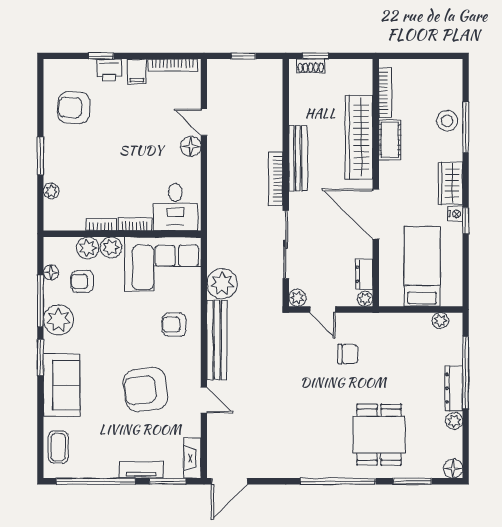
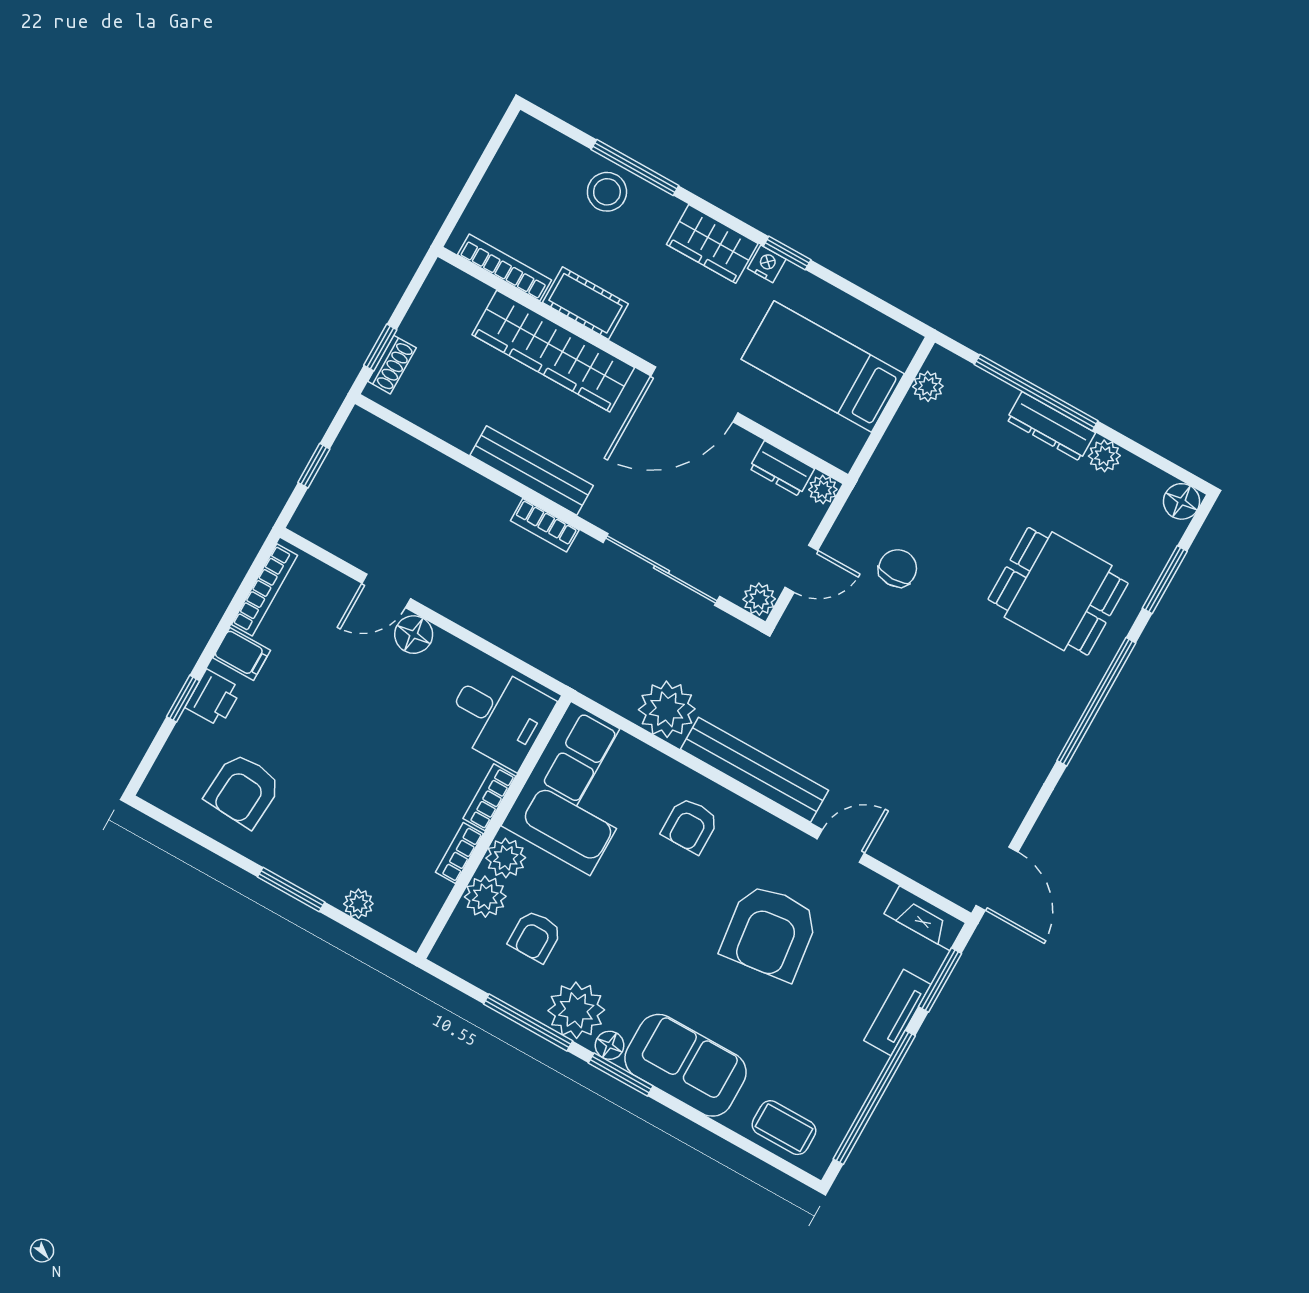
bookcase: (276, 179) -> (545, 525), width x0.64
floor lamp: (51, 272) -> (610, 1045), moved

